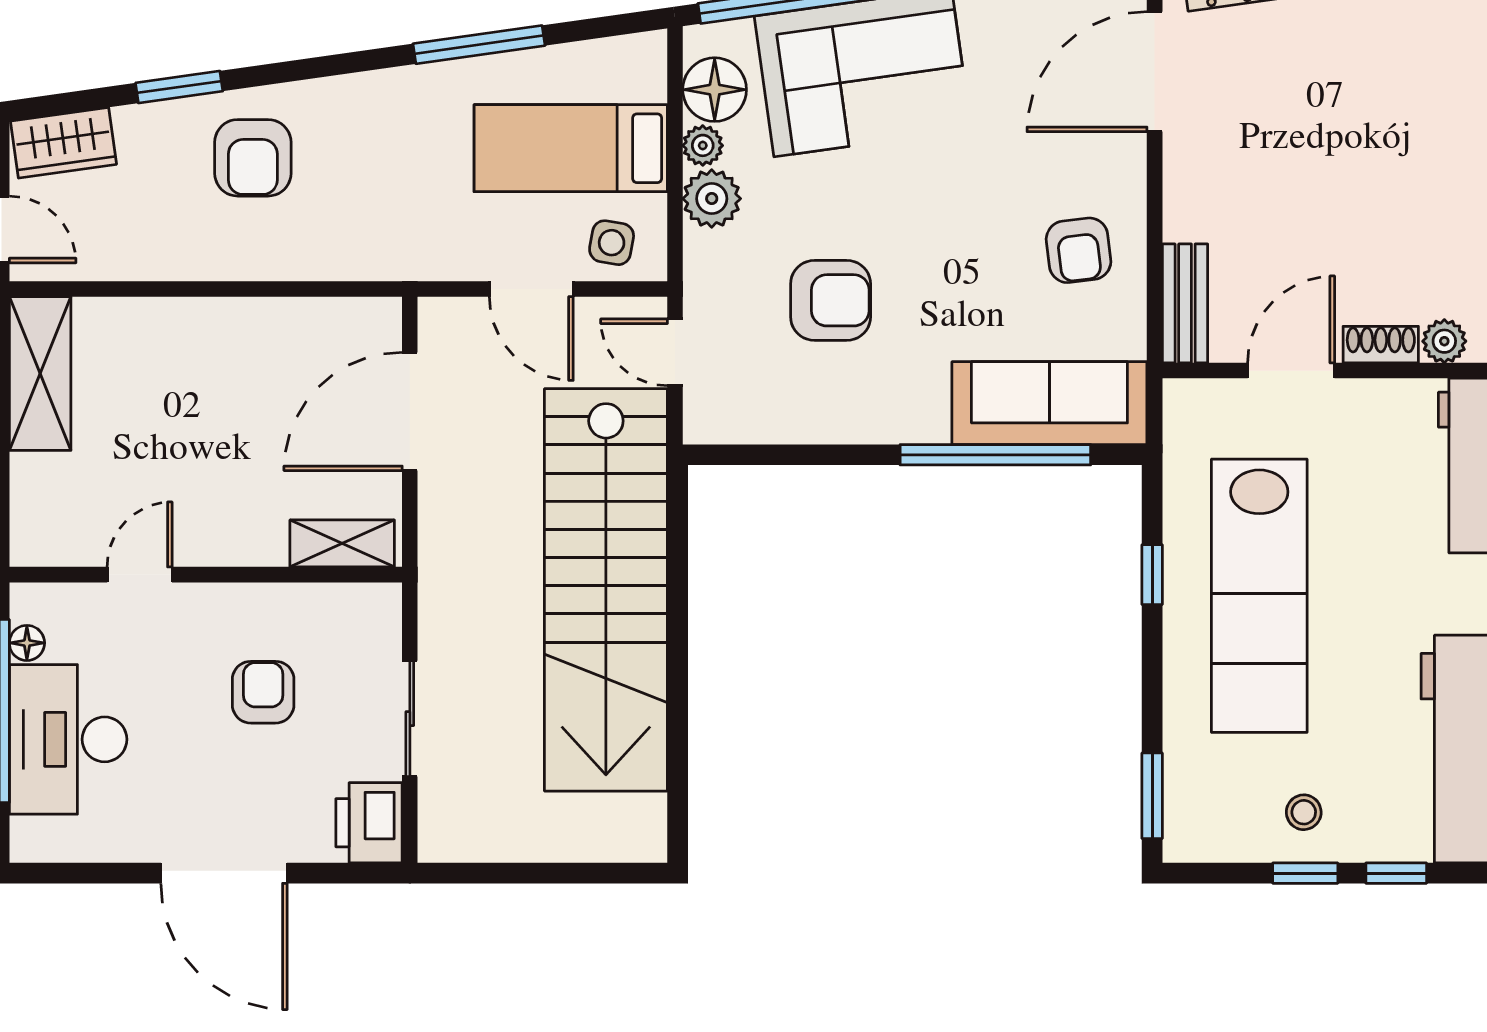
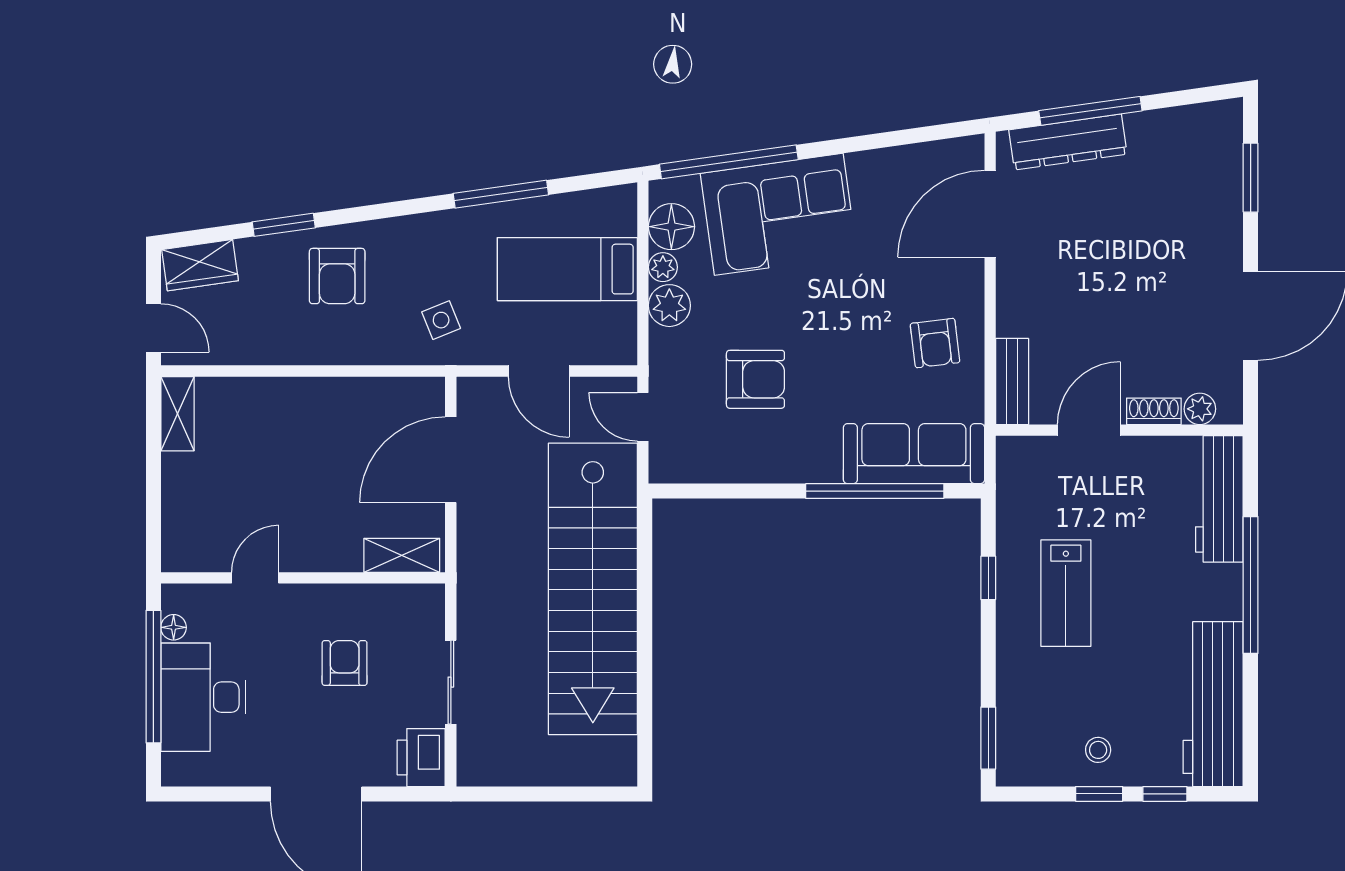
side table: (612, 243) -> (441, 320), moved, turned -32
shelving: (40, 374) -> (178, 414), width x0.67, depth x0.75
lab bench: (1259, 596) -> (1066, 593), width x0.54, depth x0.72

